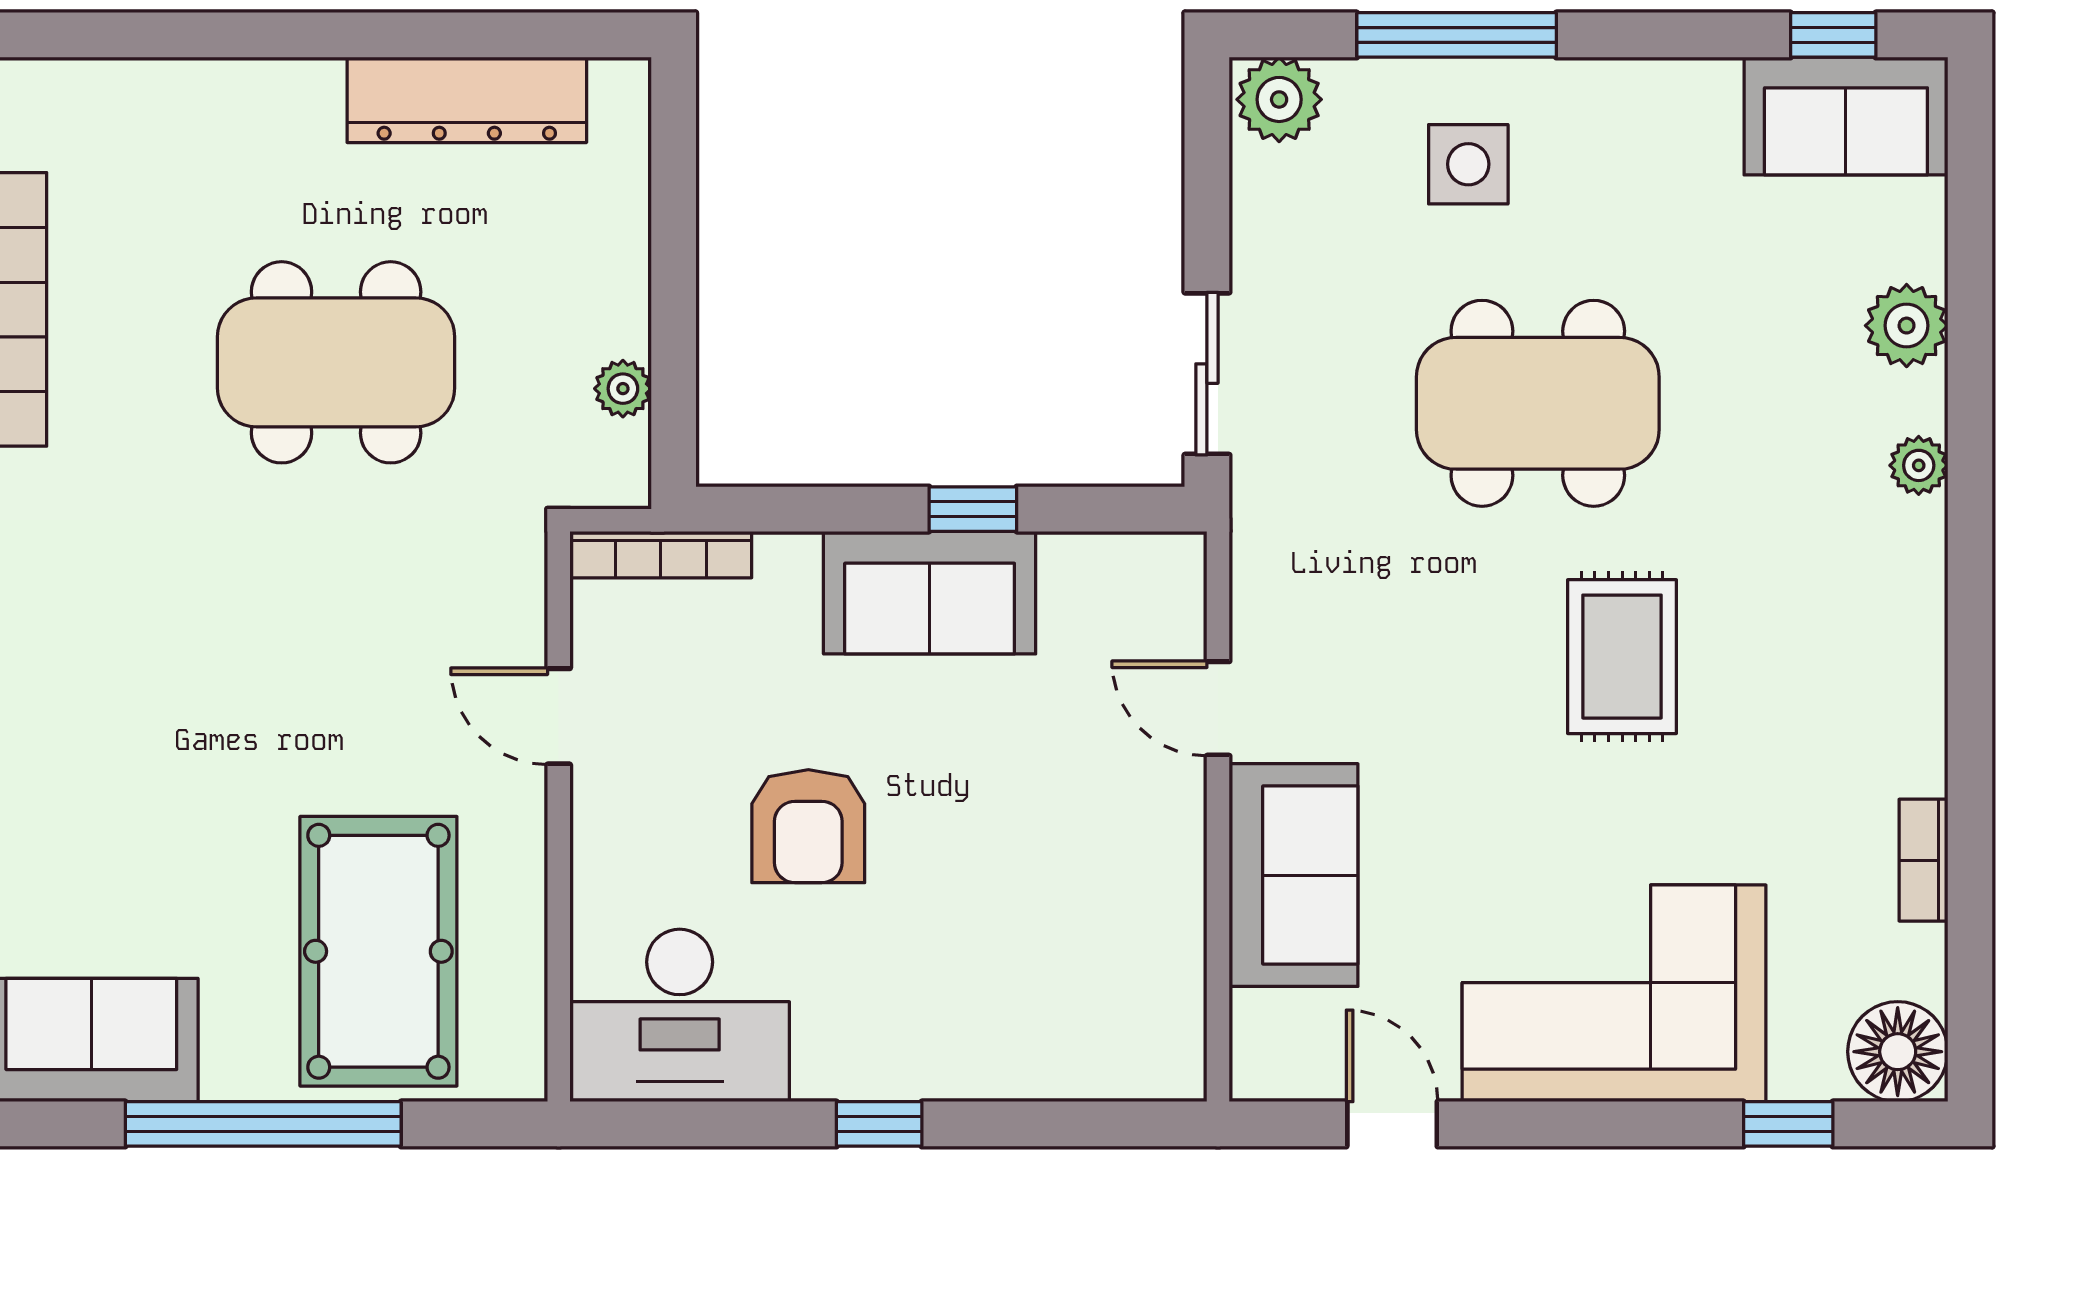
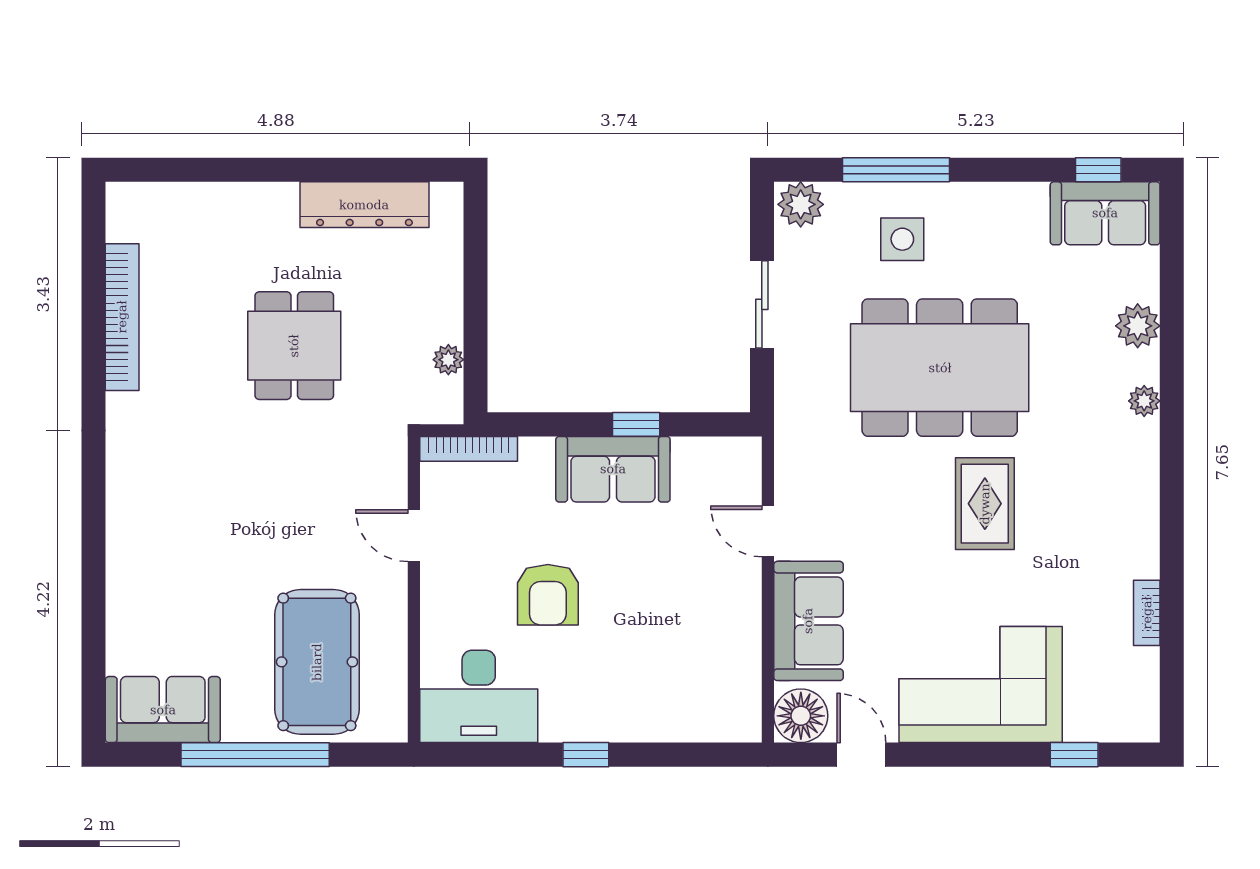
dining table: (336, 362) -> (294, 346), width x0.73
sliding door: (1207, 374) -> (762, 304), moved
dining table: (1538, 403) -> (940, 368), width x1.36, depth x1.24
floor lamp: (1898, 1052) -> (801, 716), moved

